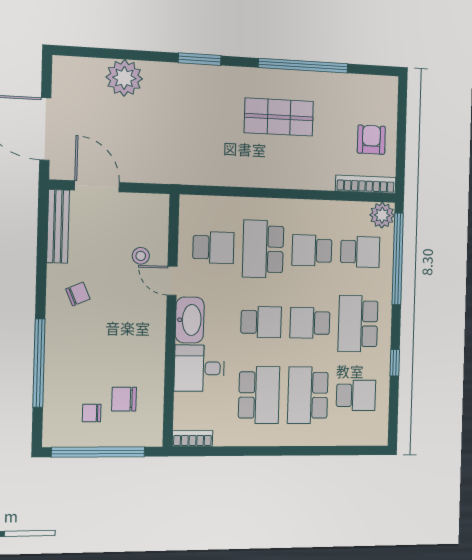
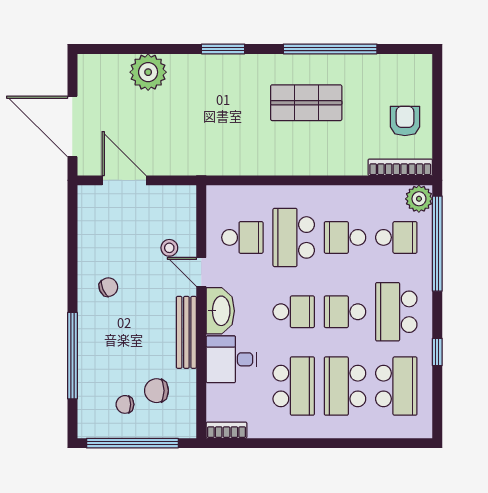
bench: (58, 226) -> (186, 332), moved
school desk: (356, 395) -> (396, 386), width x1.85

